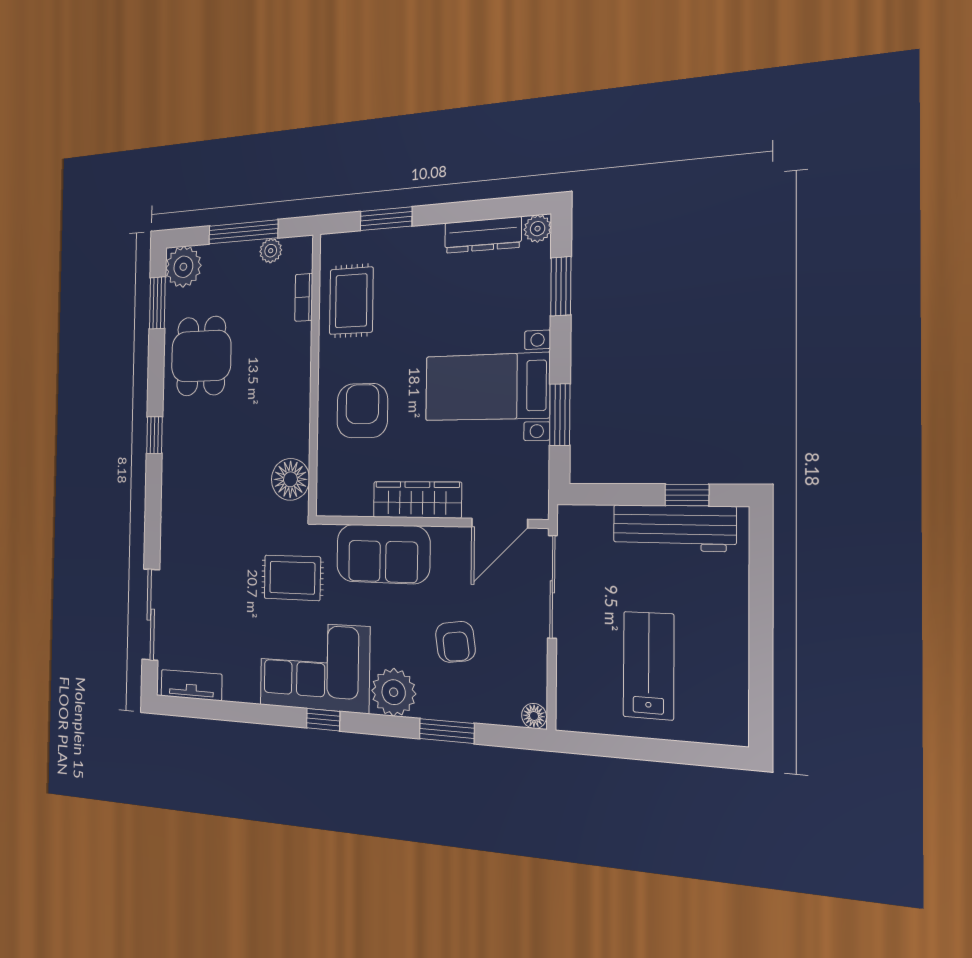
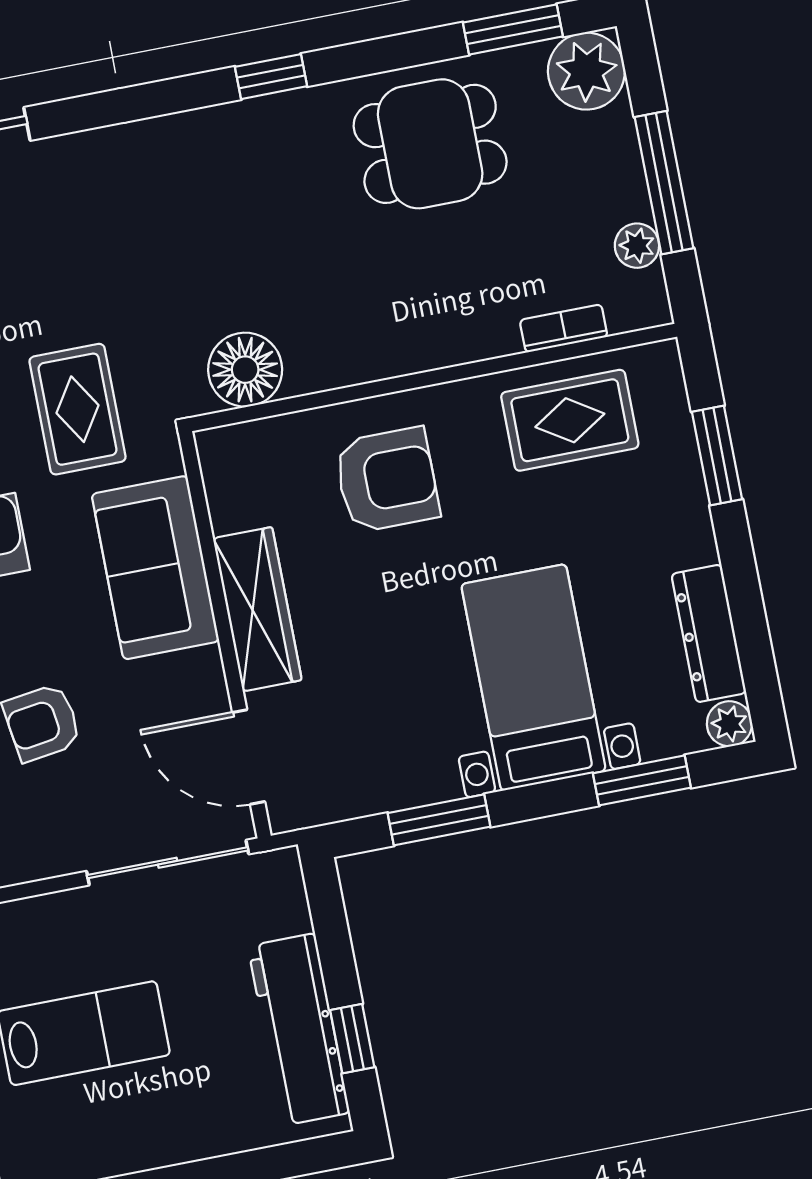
bed with nightstands: (487, 387) -> (533, 677), moved

